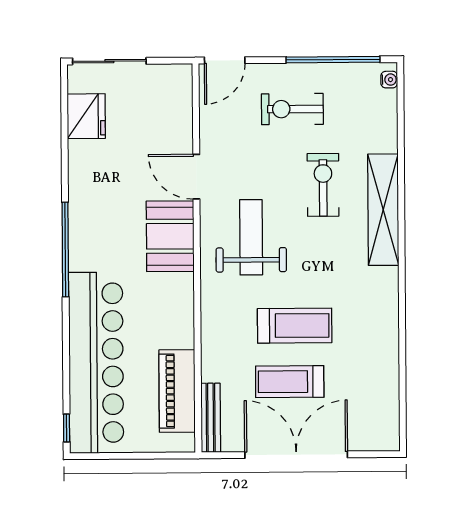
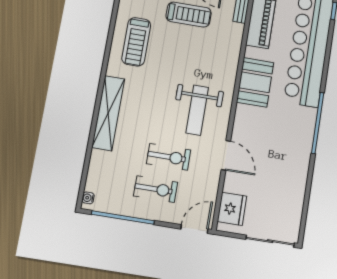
fridge: (86, 116) -> (232, 209), moved, turned 180
exercise bike: (323, 185) -> (169, 157), moved, turned -90
booth: (170, 236) -> (255, 82), moved
treadmill: (295, 326) -> (136, 42), moved, turned -90

